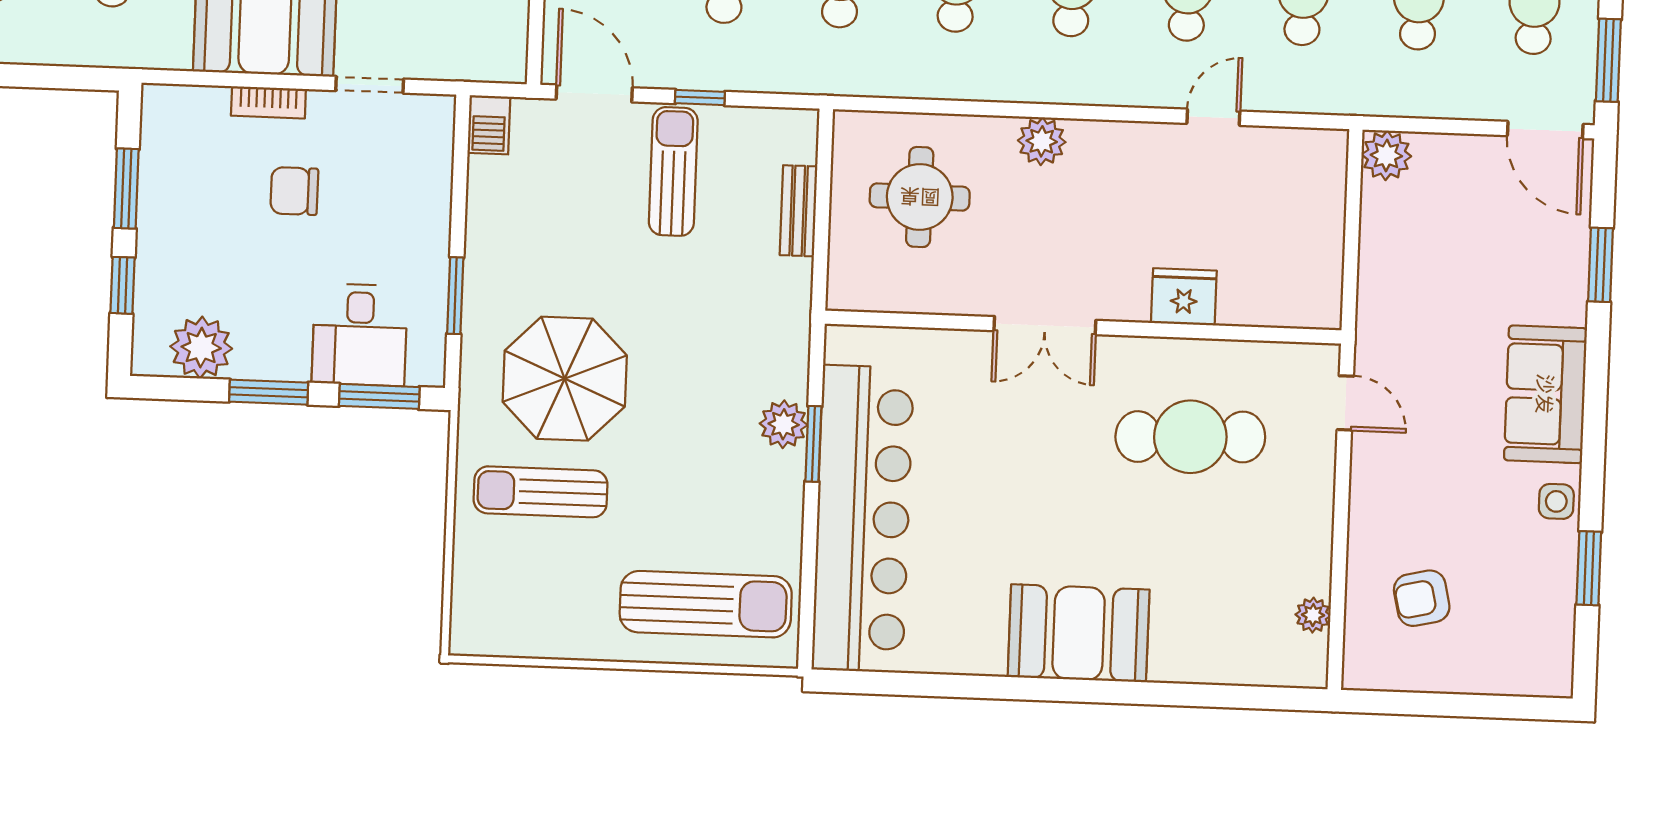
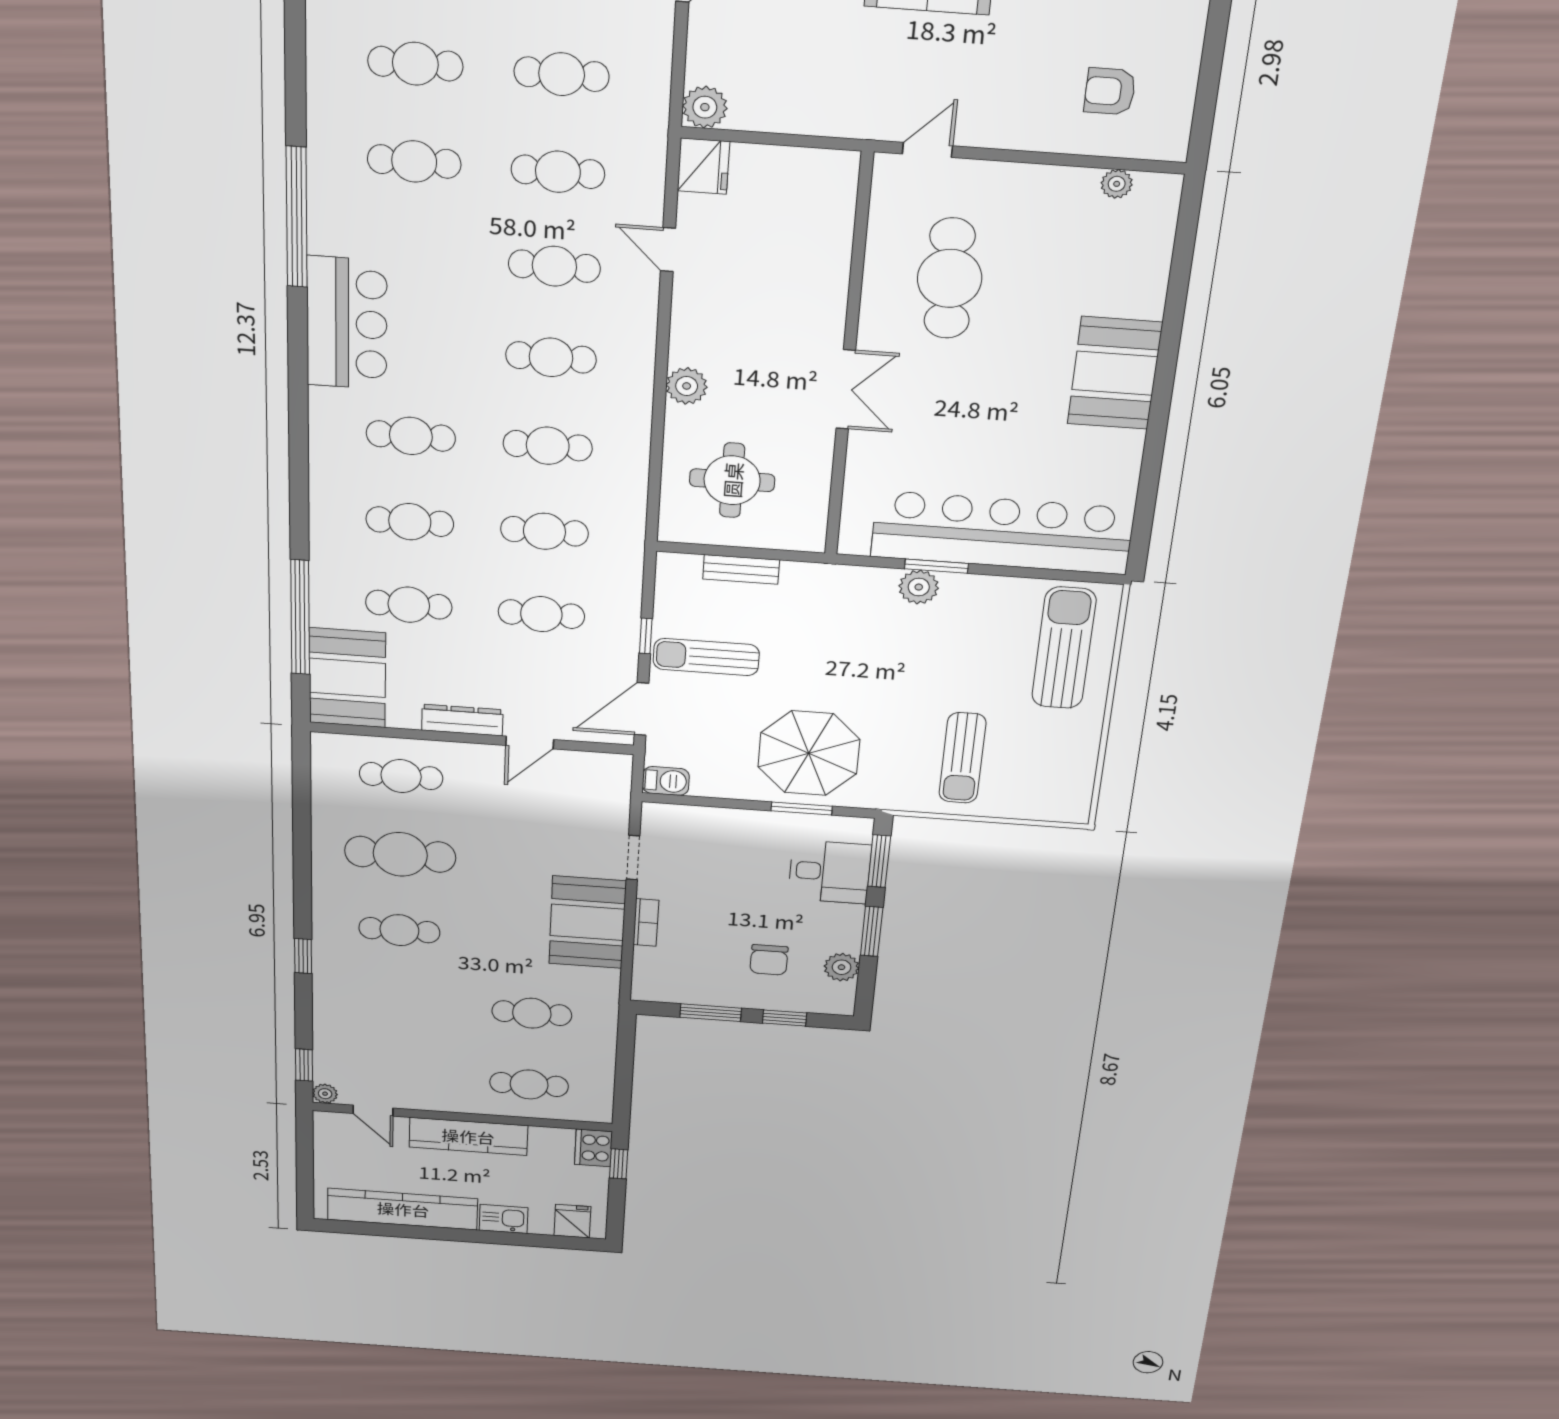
chair: (294, 191) -> (769, 960), moved
fridge: (1184, 297) -> (703, 166), moved, turned 180
plant: (201, 348) -> (842, 967), width x0.73, depth x0.73
parasol: (565, 379) -> (809, 753), moved
armchair: (1422, 598) -> (1110, 91), turned 103

